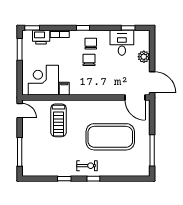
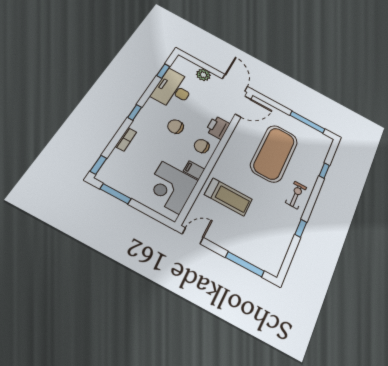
printer: (41, 37) -> (218, 127), moved, turned 180
desk: (122, 43) -> (173, 89), width x1.37
chair: (91, 44) -> (202, 146), moved
door: (152, 82) -> (235, 83), hinge flipped
window: (93, 179) -> (324, 171), moved

